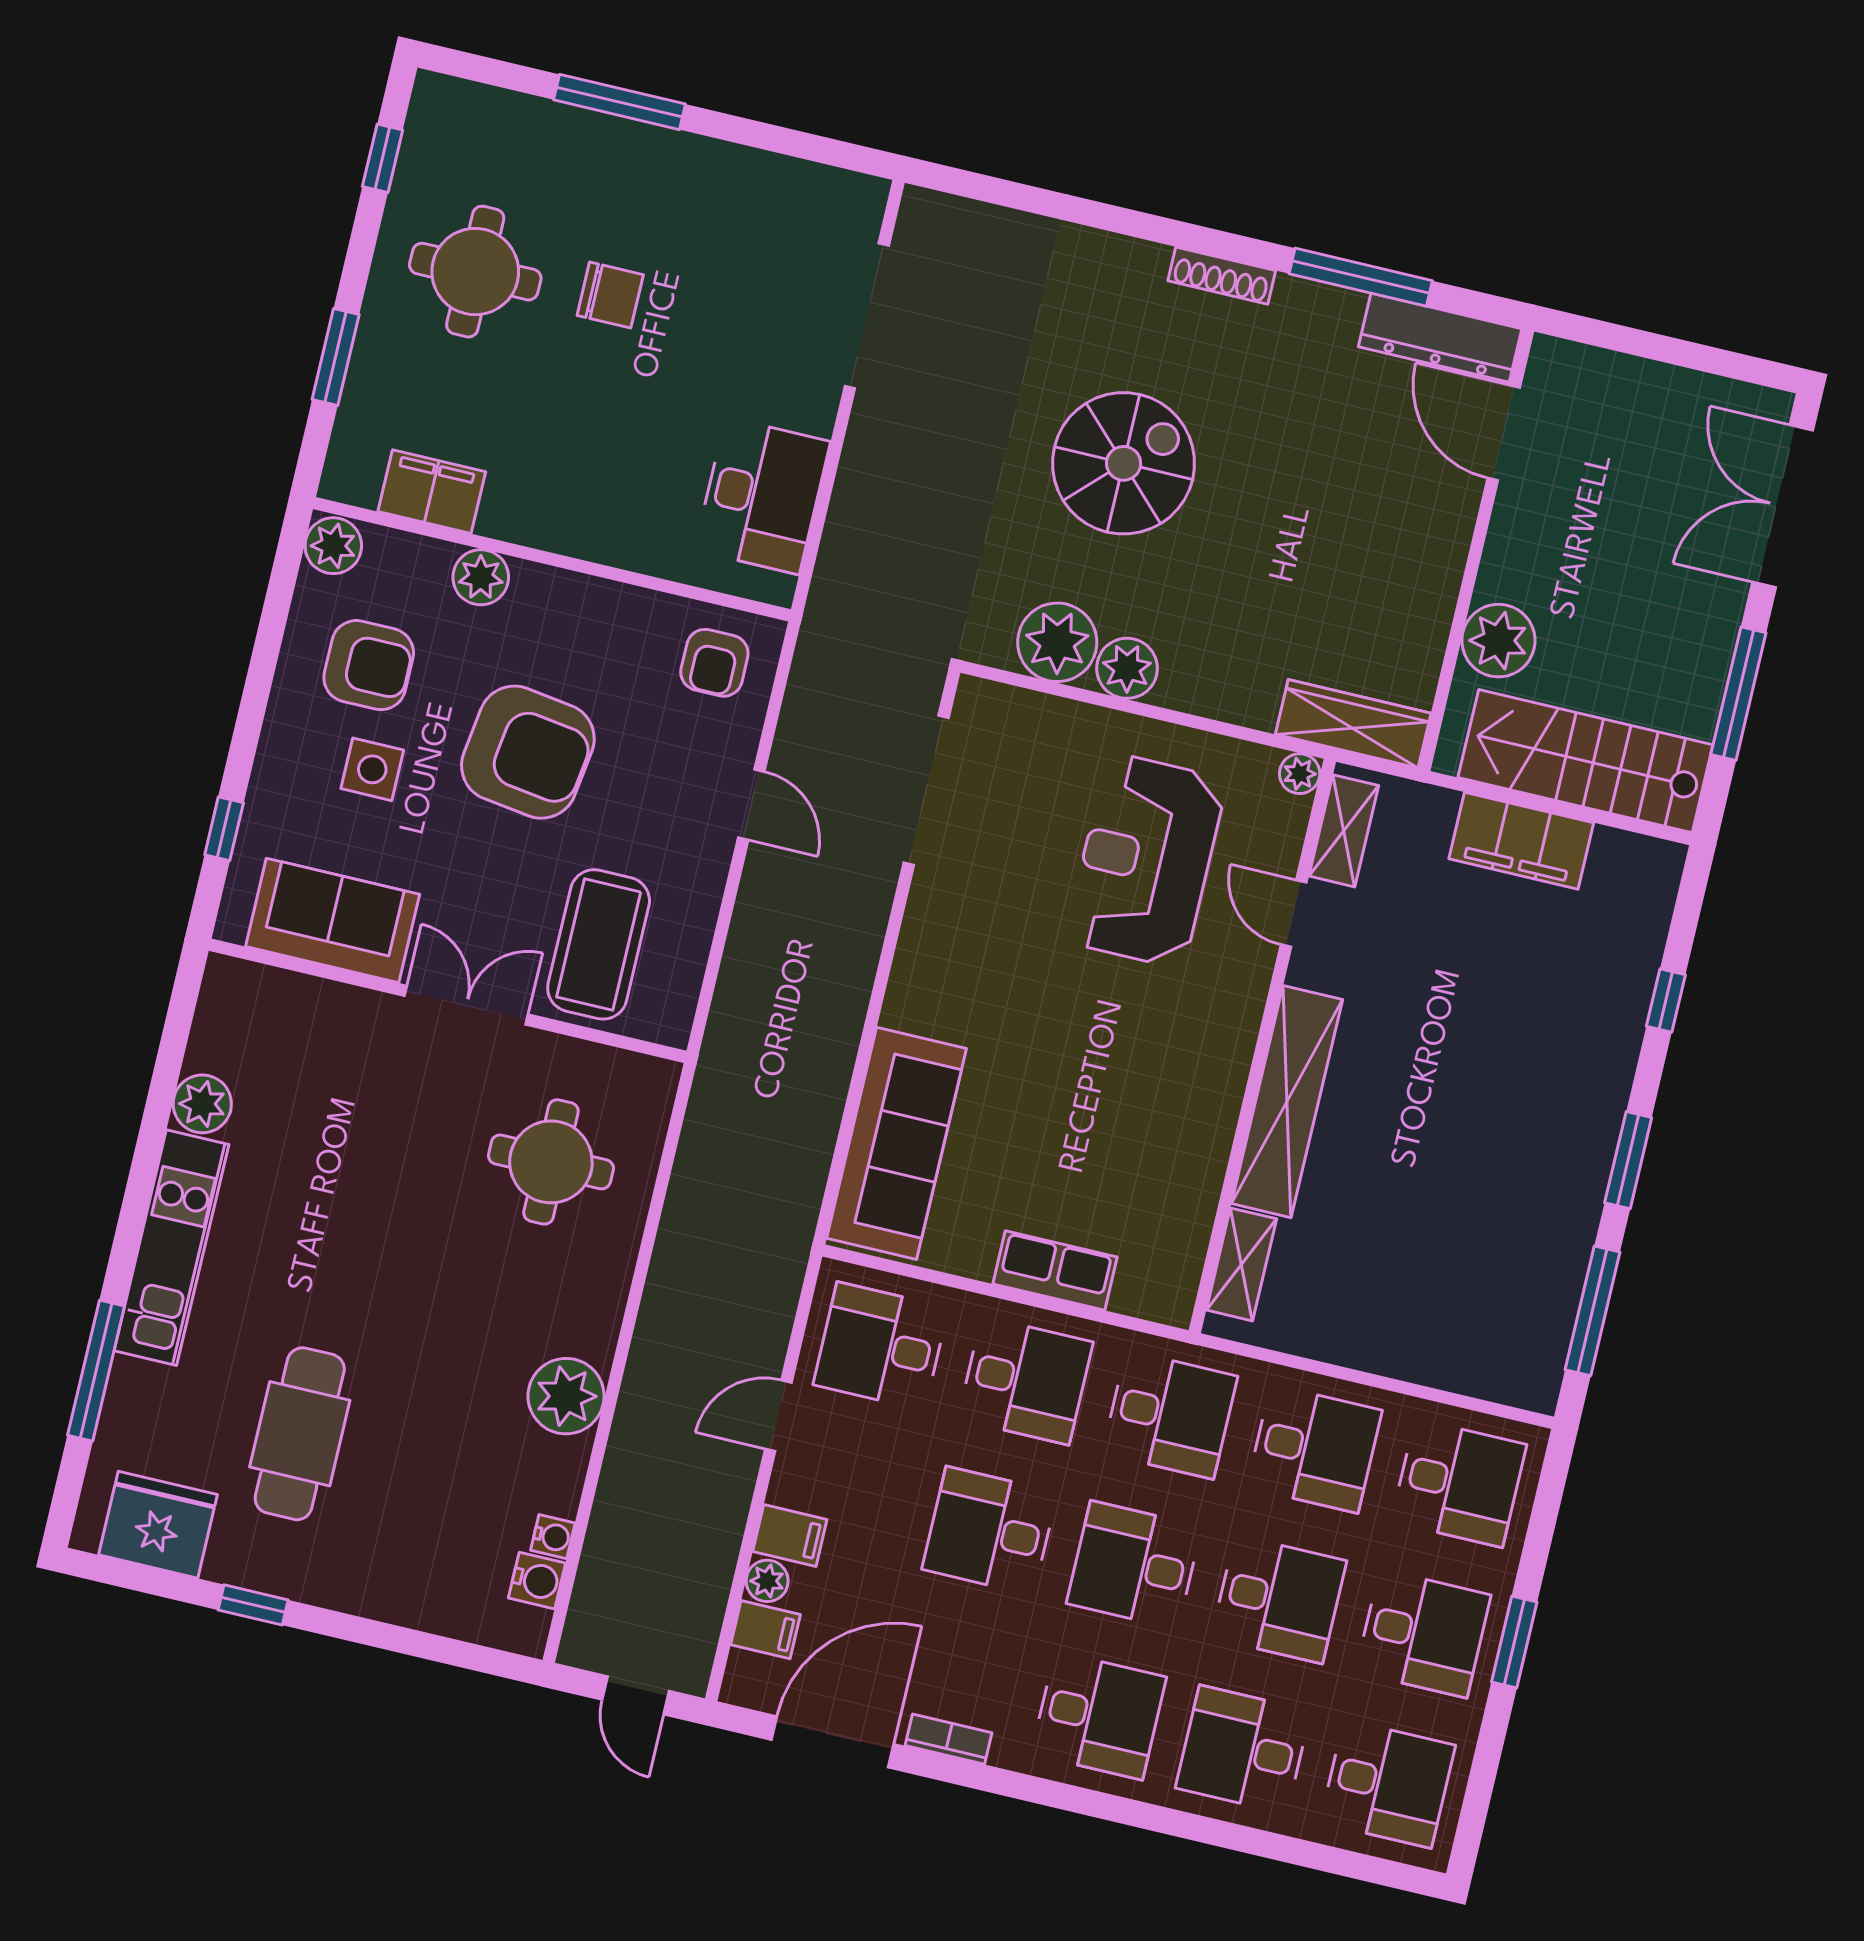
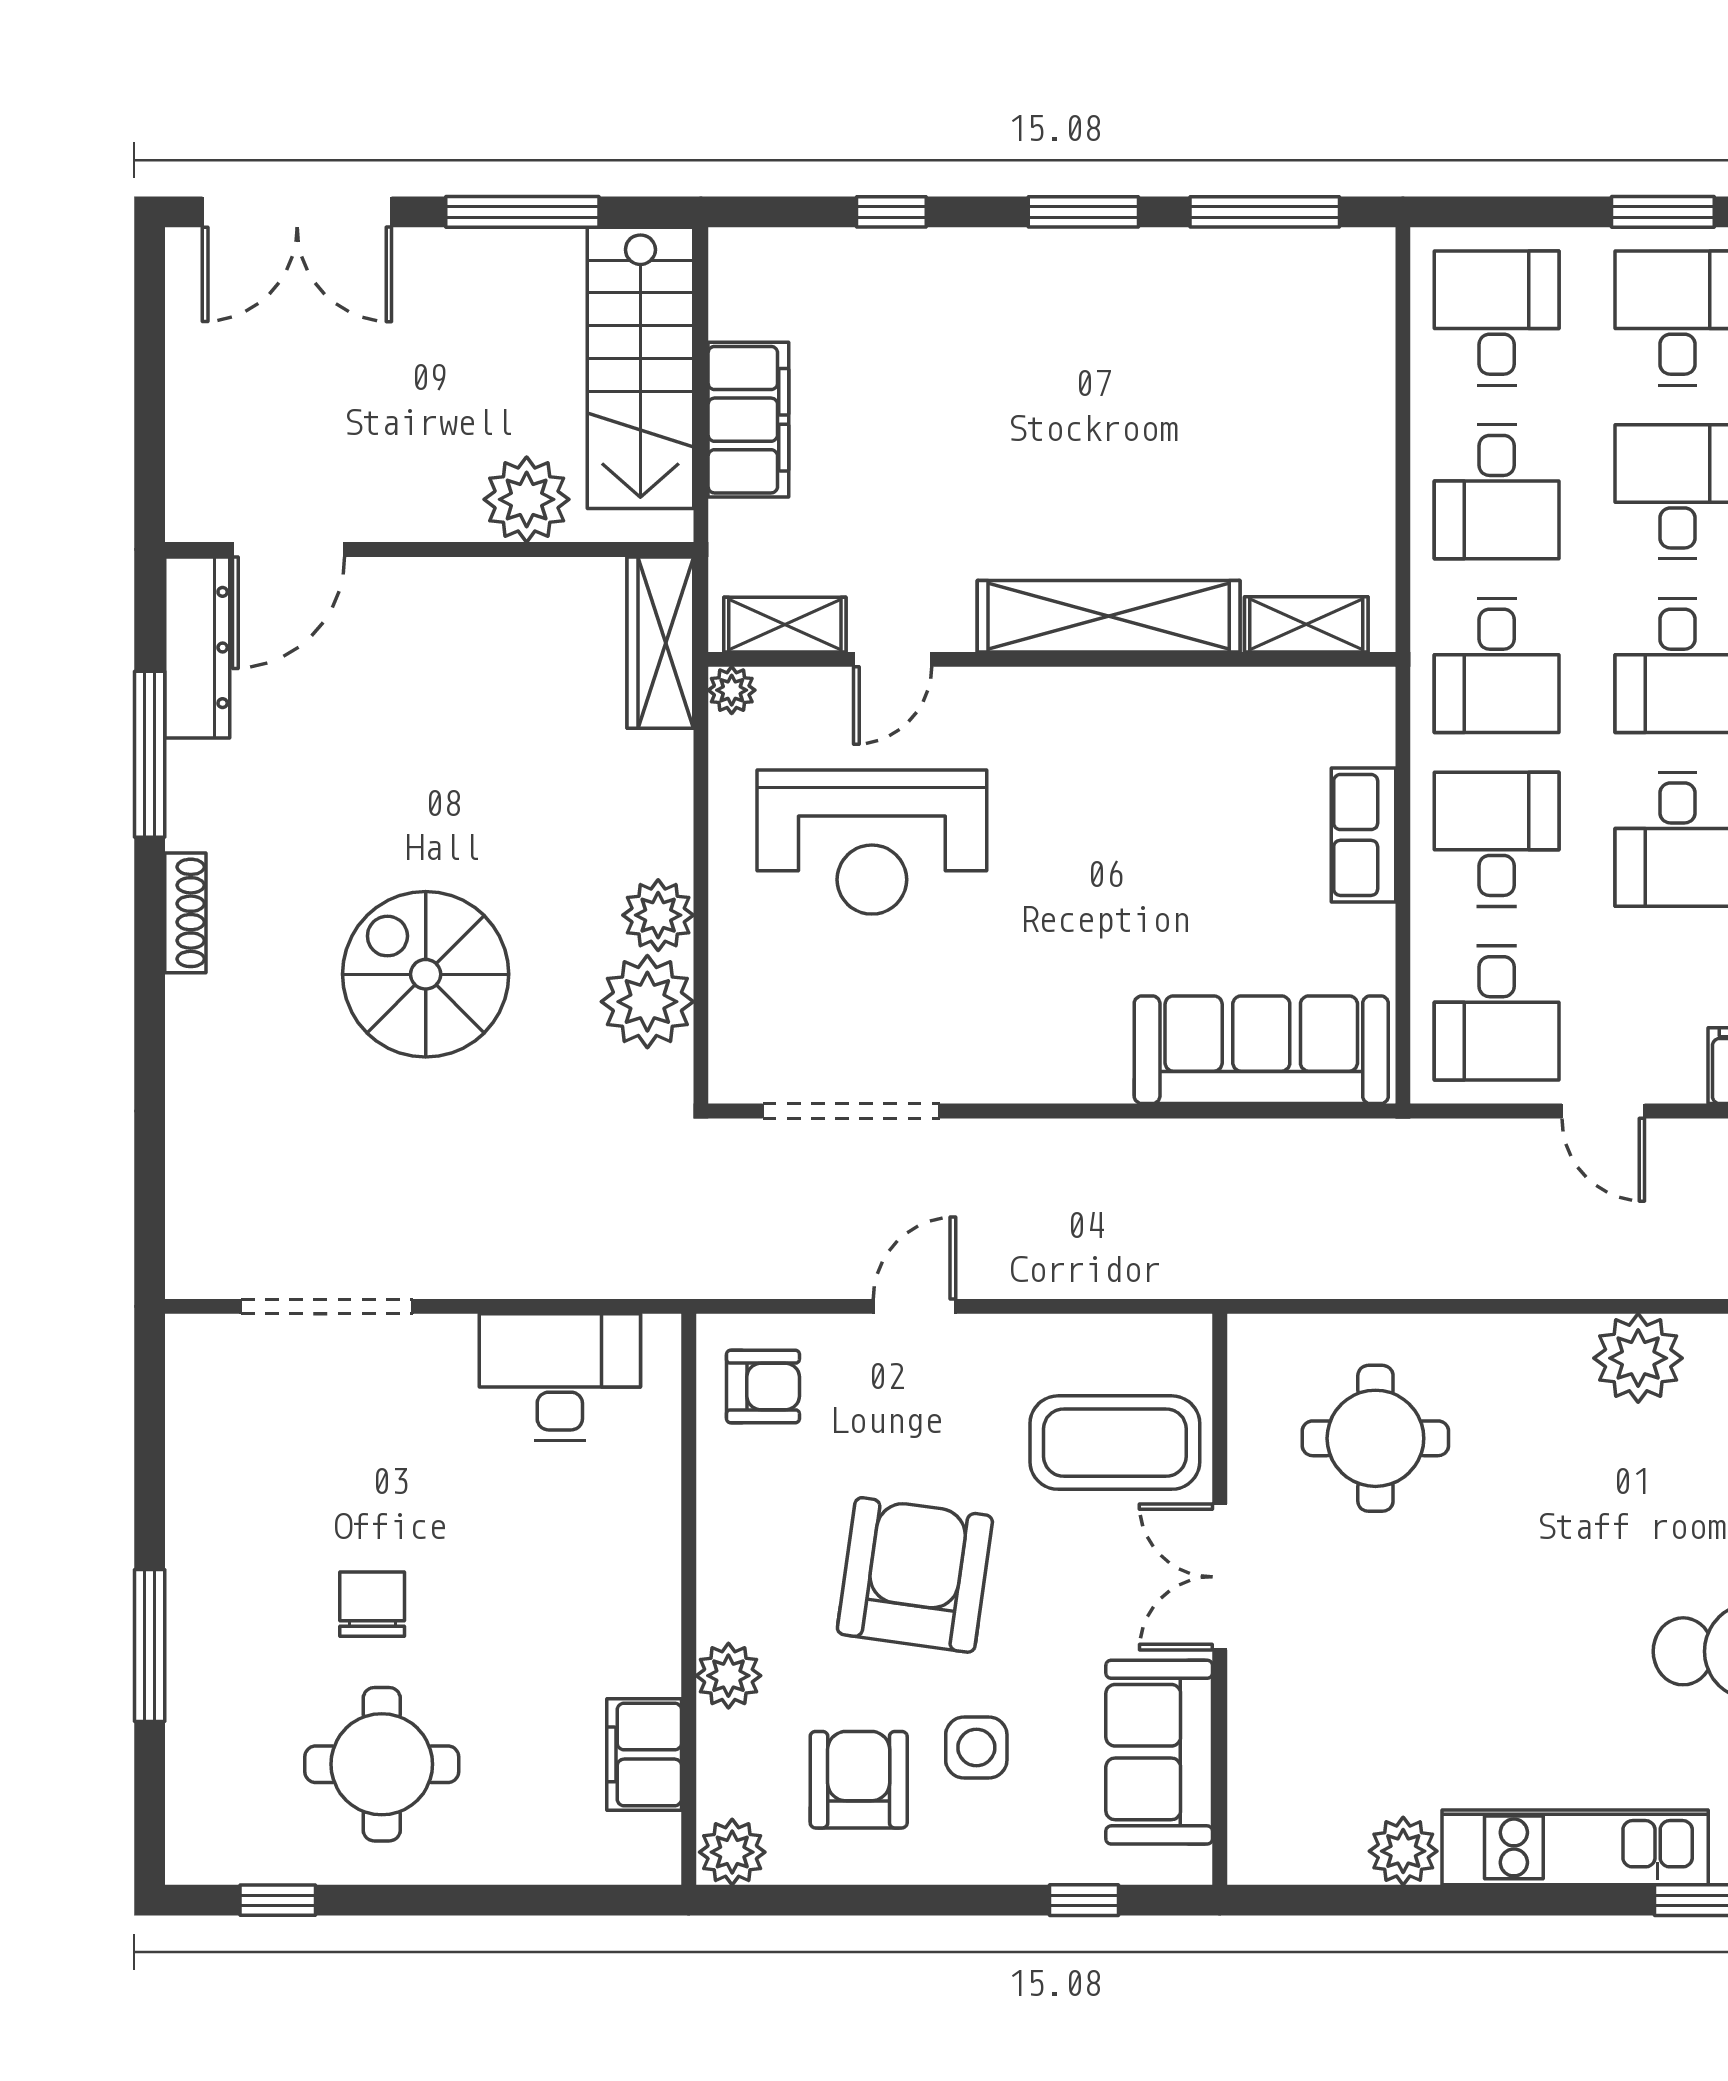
window: (336, 357) -> (517, 1900), removed
desk: (1170, 1415) -> (1497, 665), turned 180
desk: (1314, 1449) -> (1497, 492), turned 180

